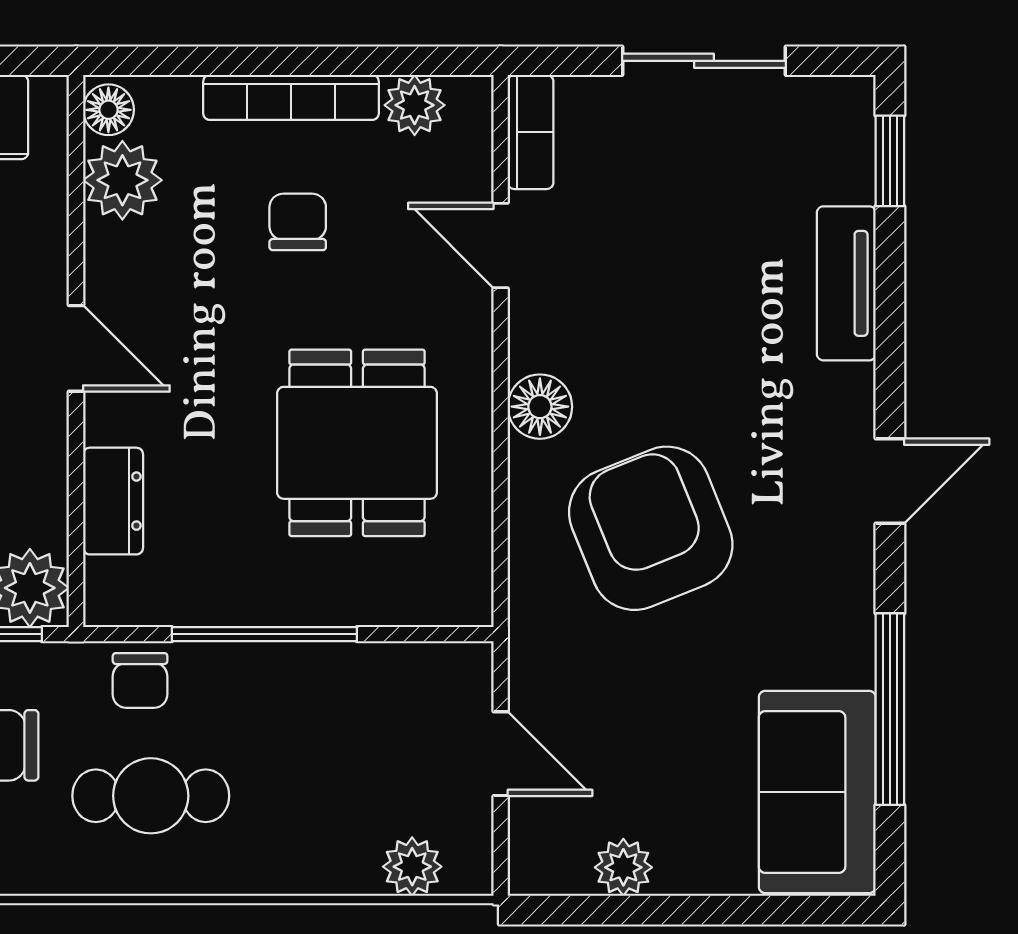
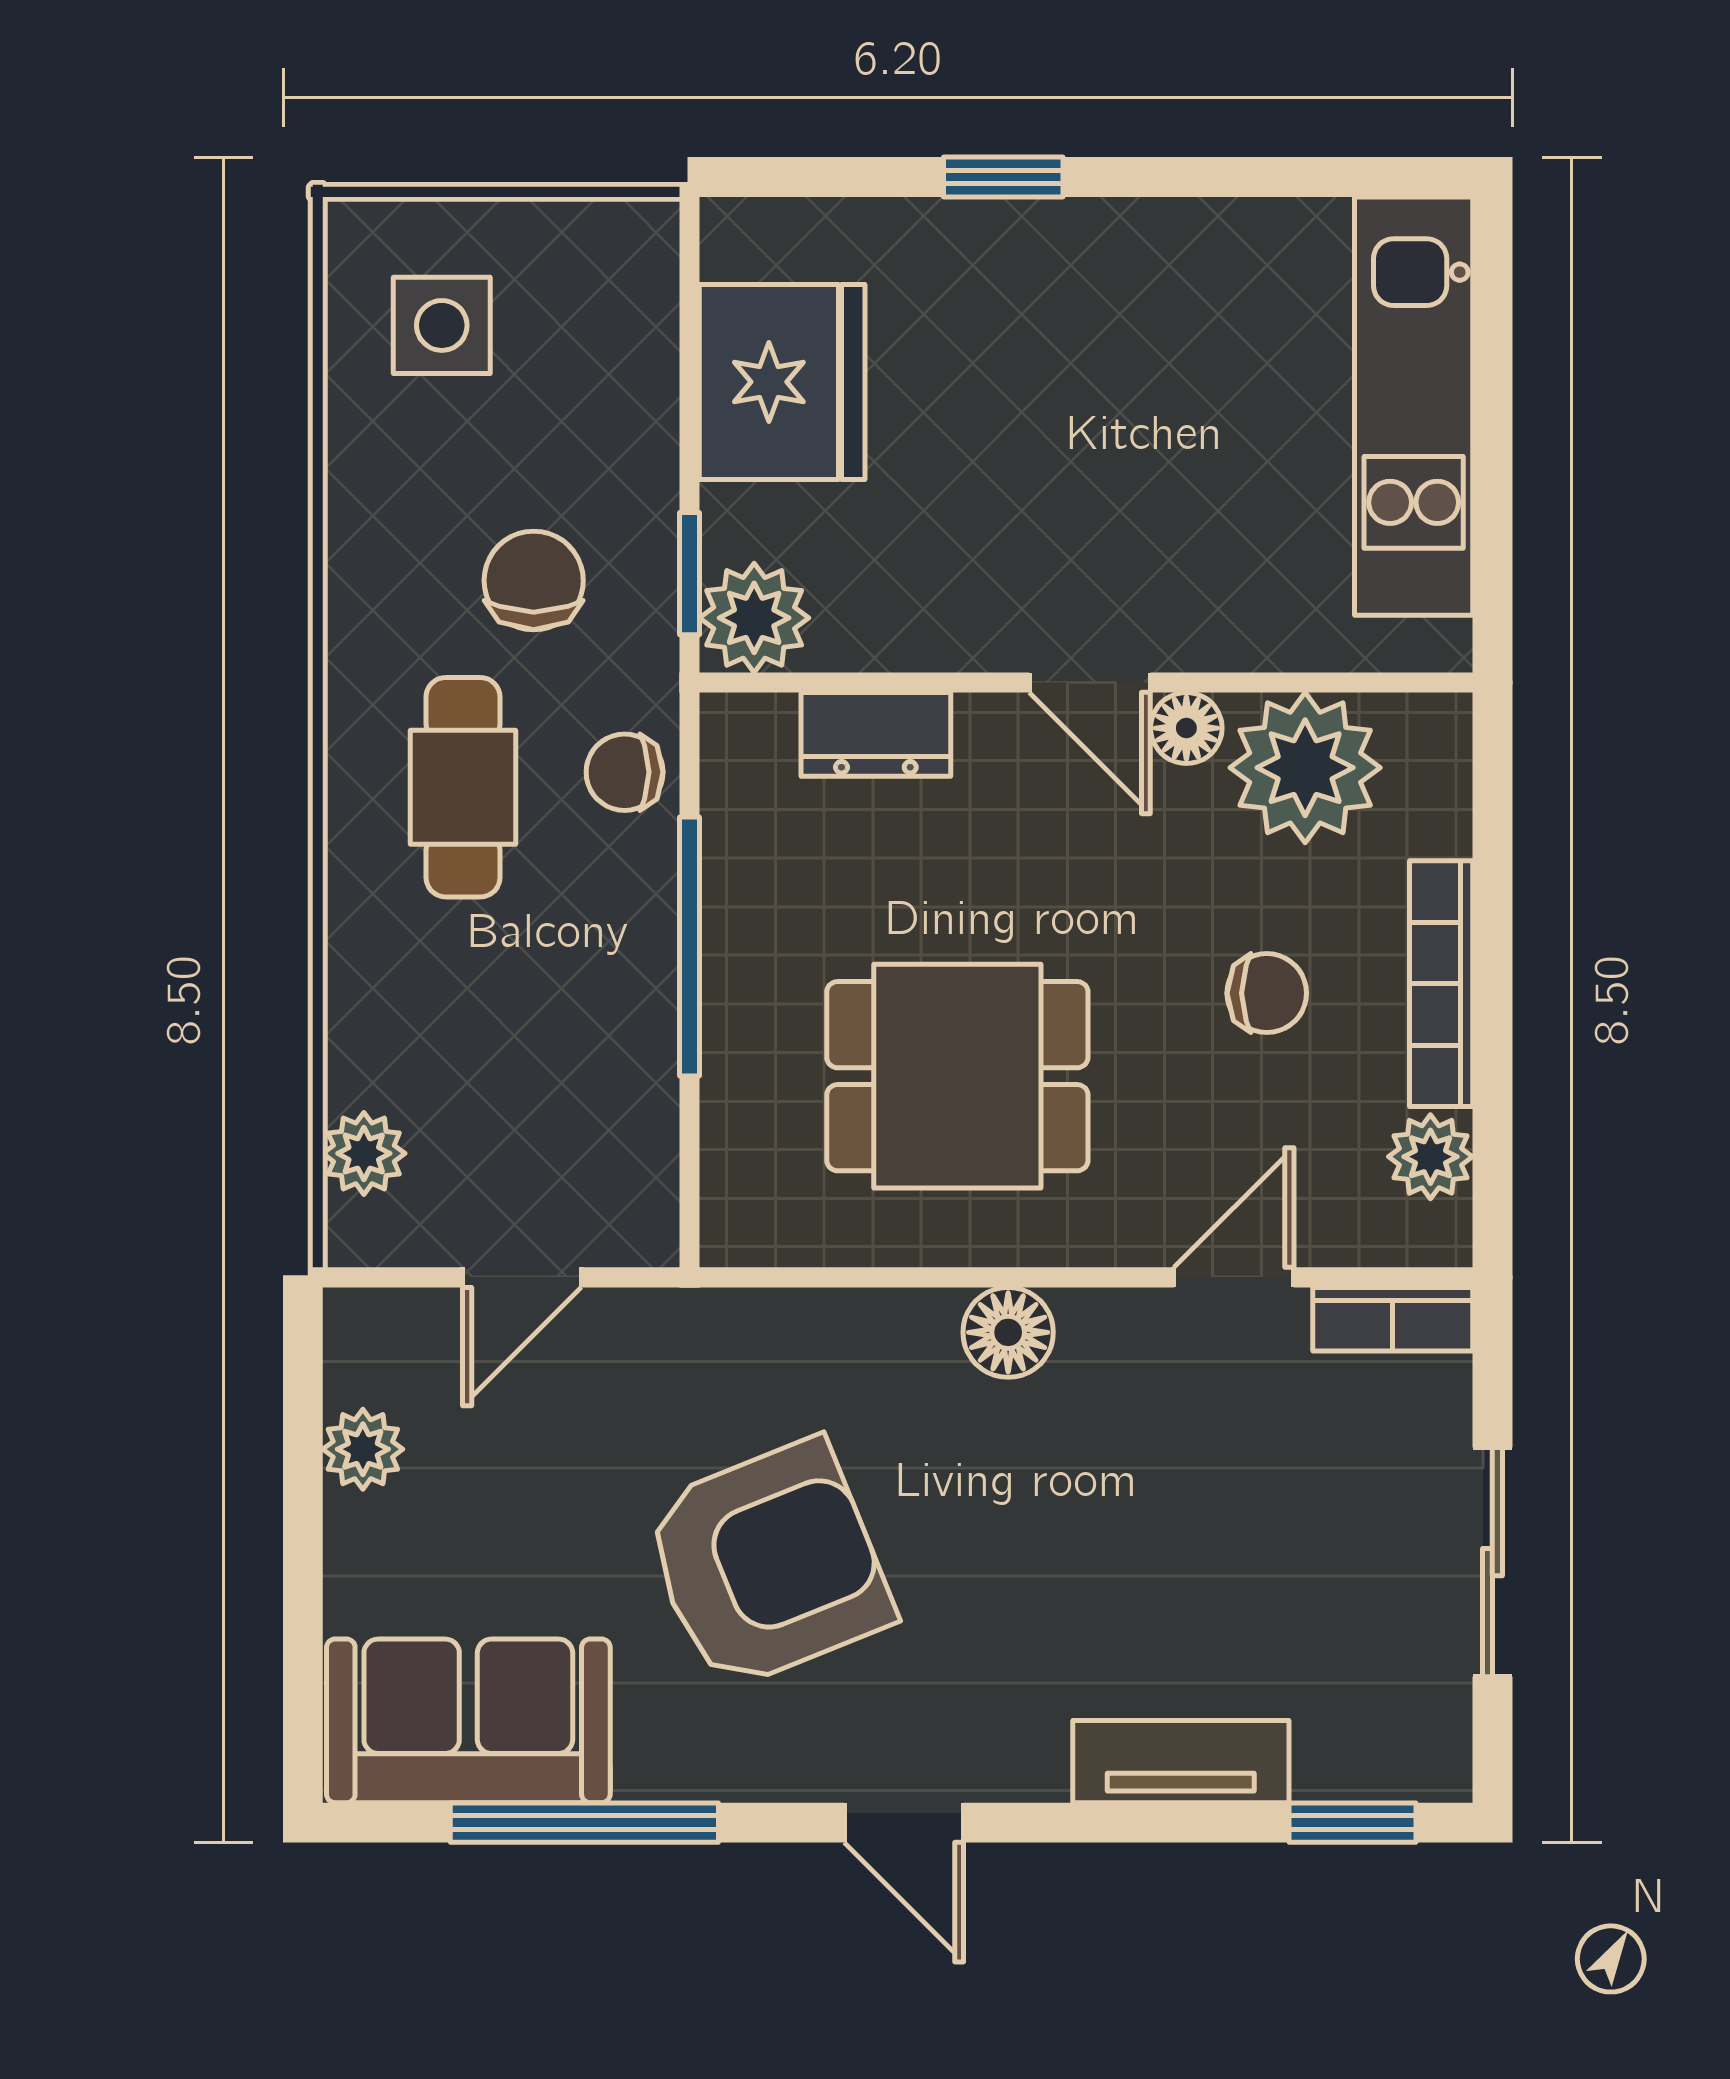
floor lamp: (108, 110) -> (1186, 728), moved
plant: (122, 180) -> (1305, 768), width x1.36, depth x1.36
door: (76, 348) -> (1090, 683), hinge flipped
armchair: (651, 528) -> (768, 1565), moved

